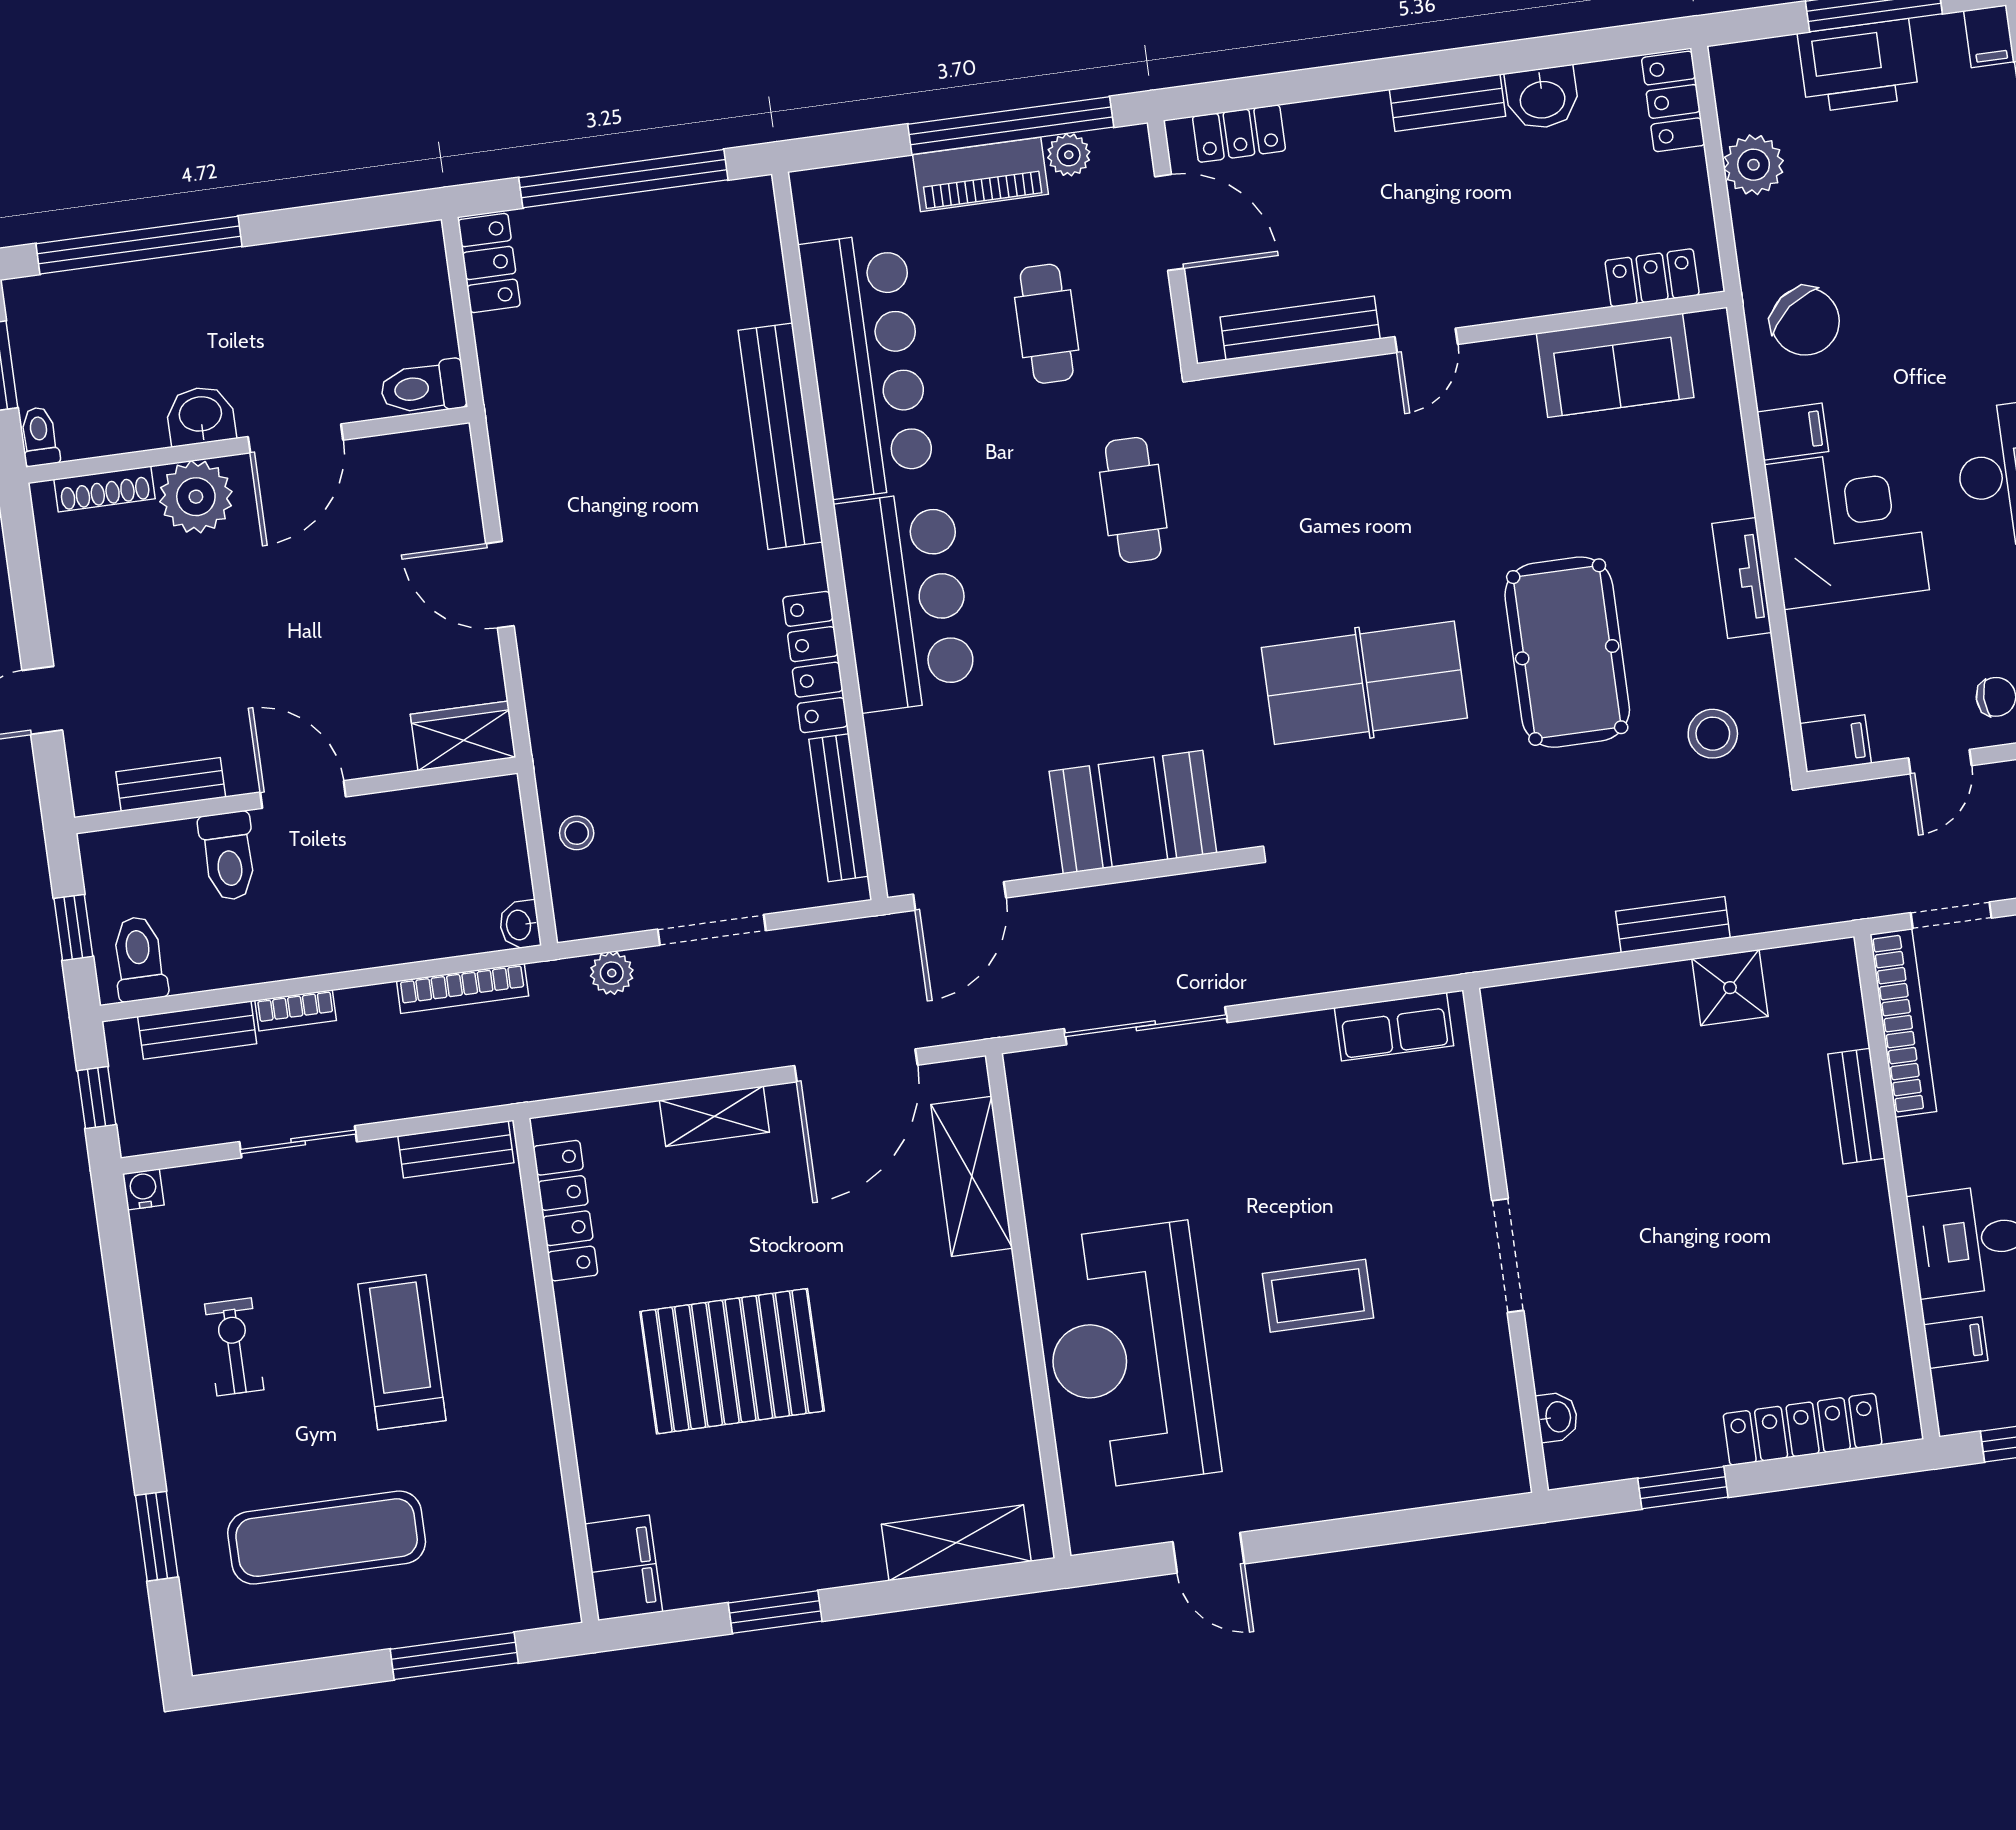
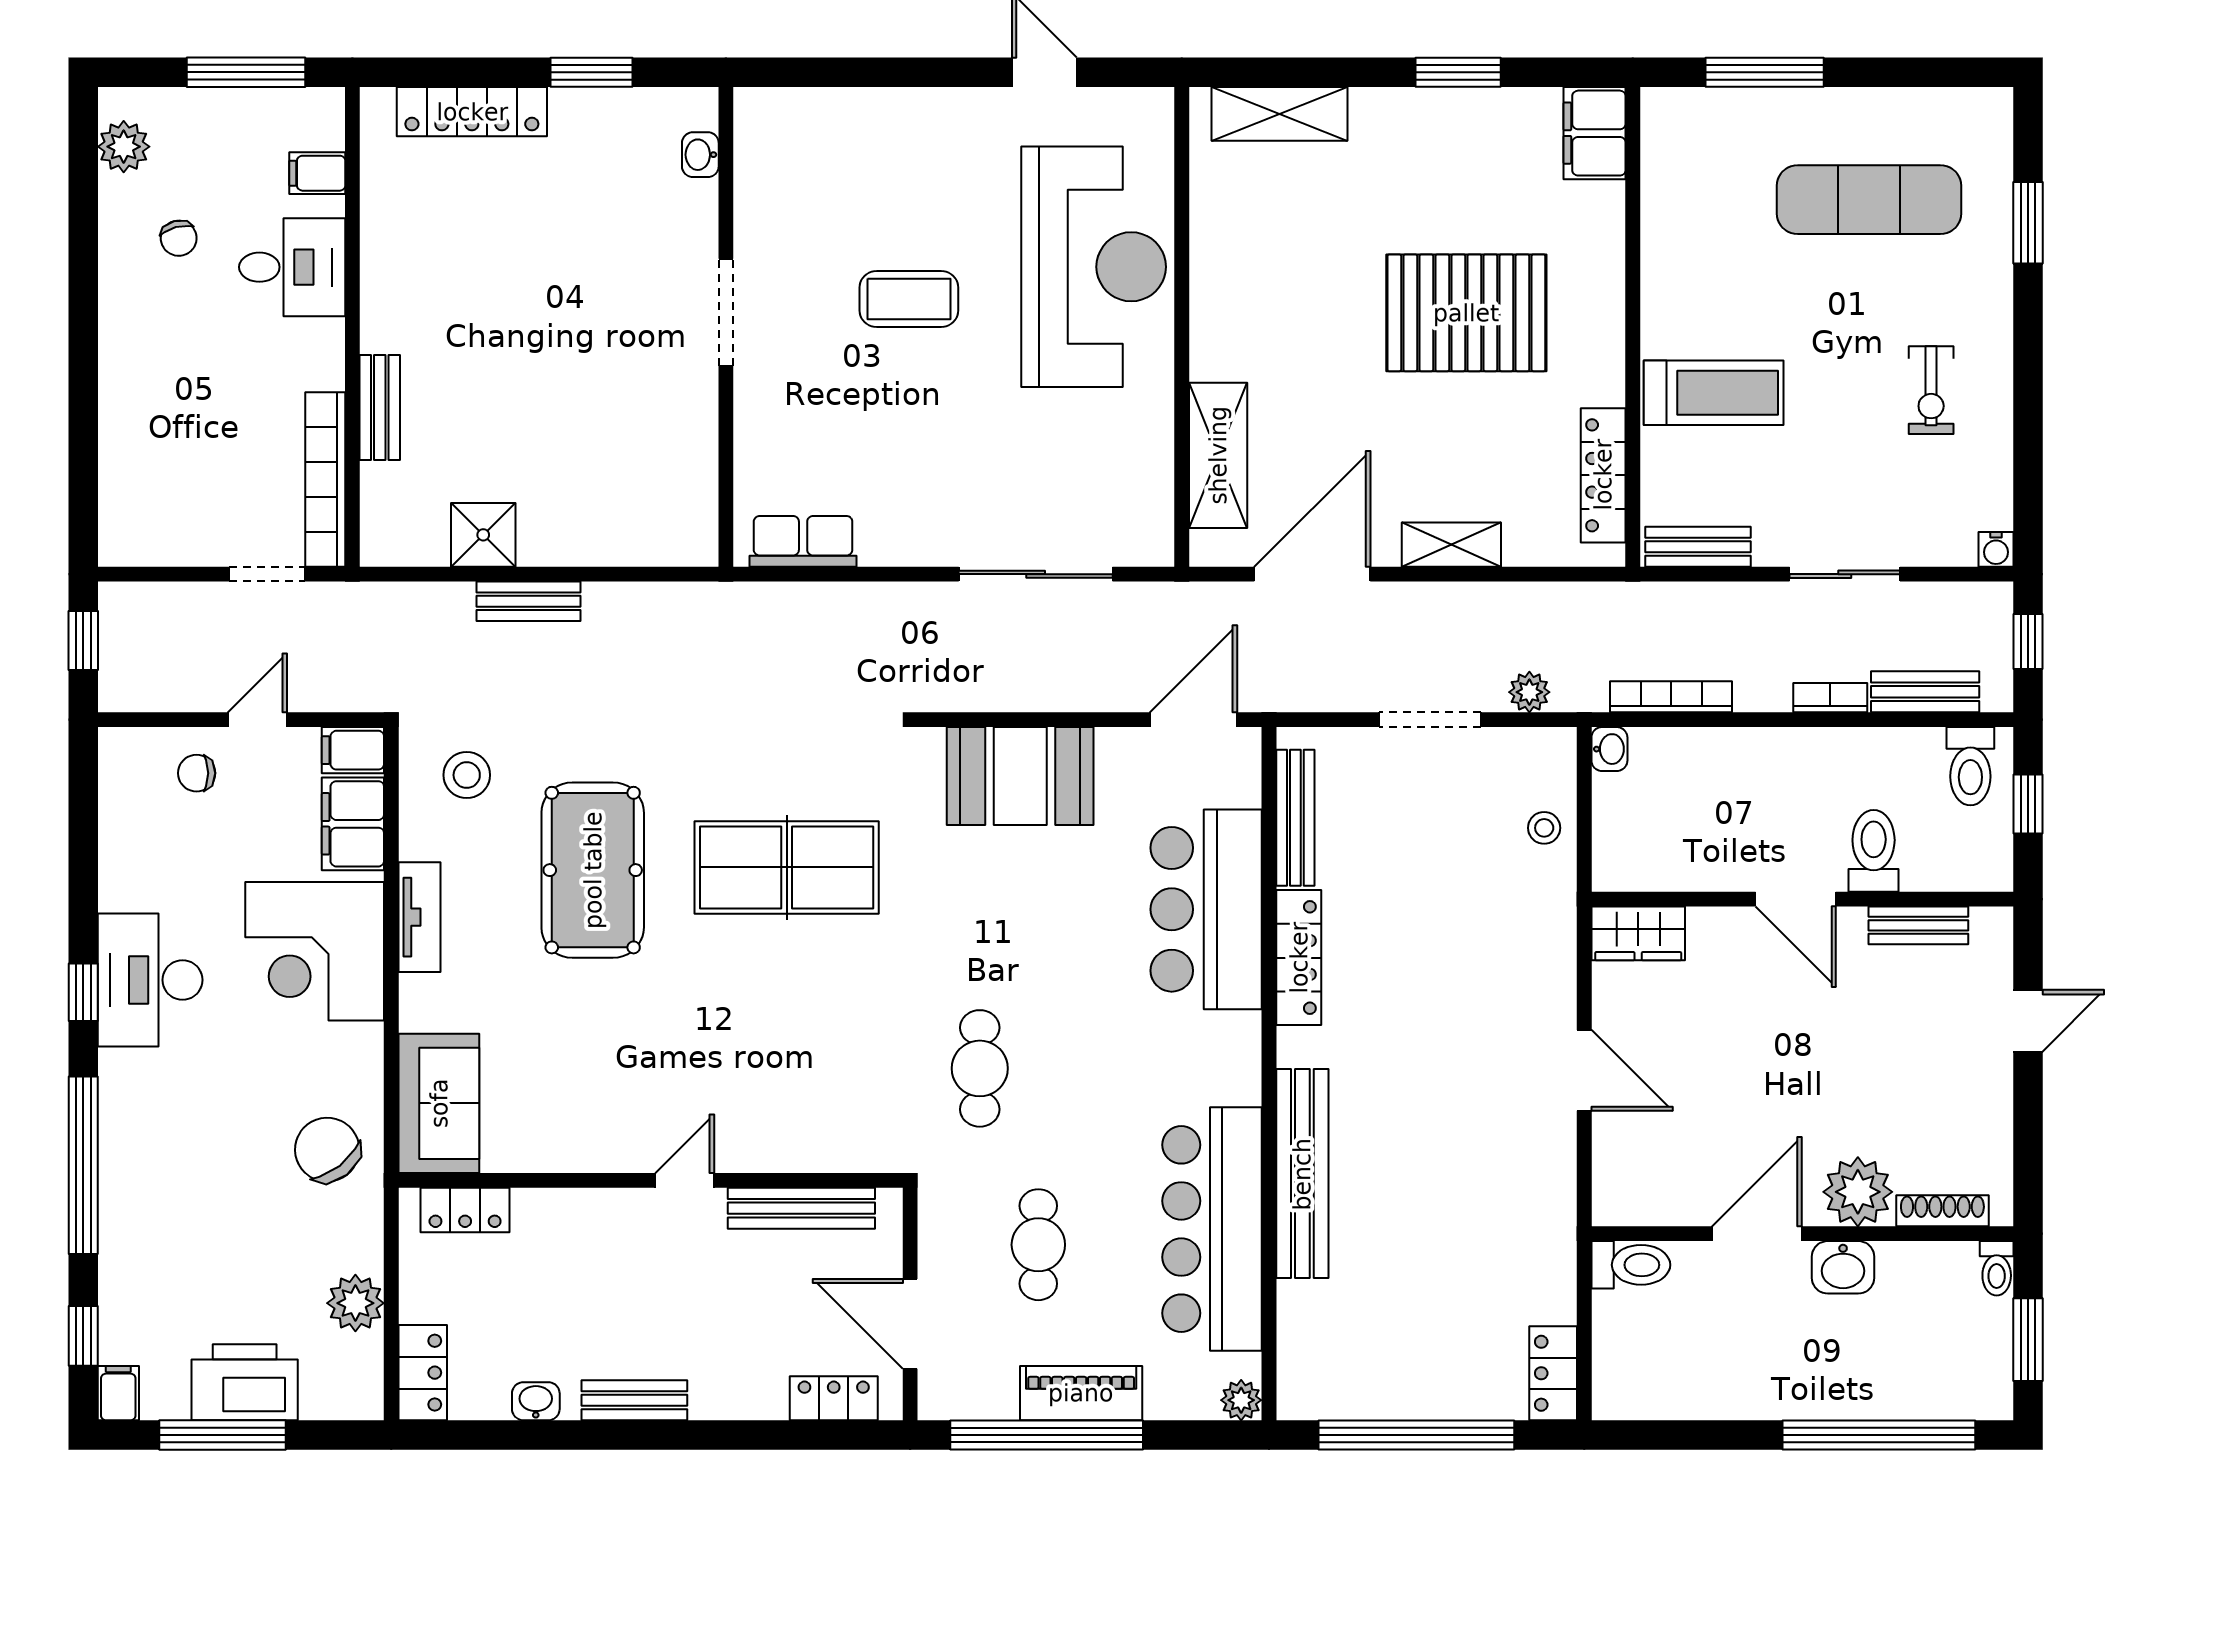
washbasin: (1542, 98) -> (536, 1401), width x0.72, depth x0.69
plant: (1069, 155) -> (1241, 1400), moved
sofa: (1615, 365) -> (439, 1103), moved, turned 90
filing cabinet: (1793, 432) -> (353, 824), moved, width x2.00
bar counter: (906, 601) -> (1206, 909), moved
treadmill: (402, 1352) -> (1714, 393), moved, turned -90

